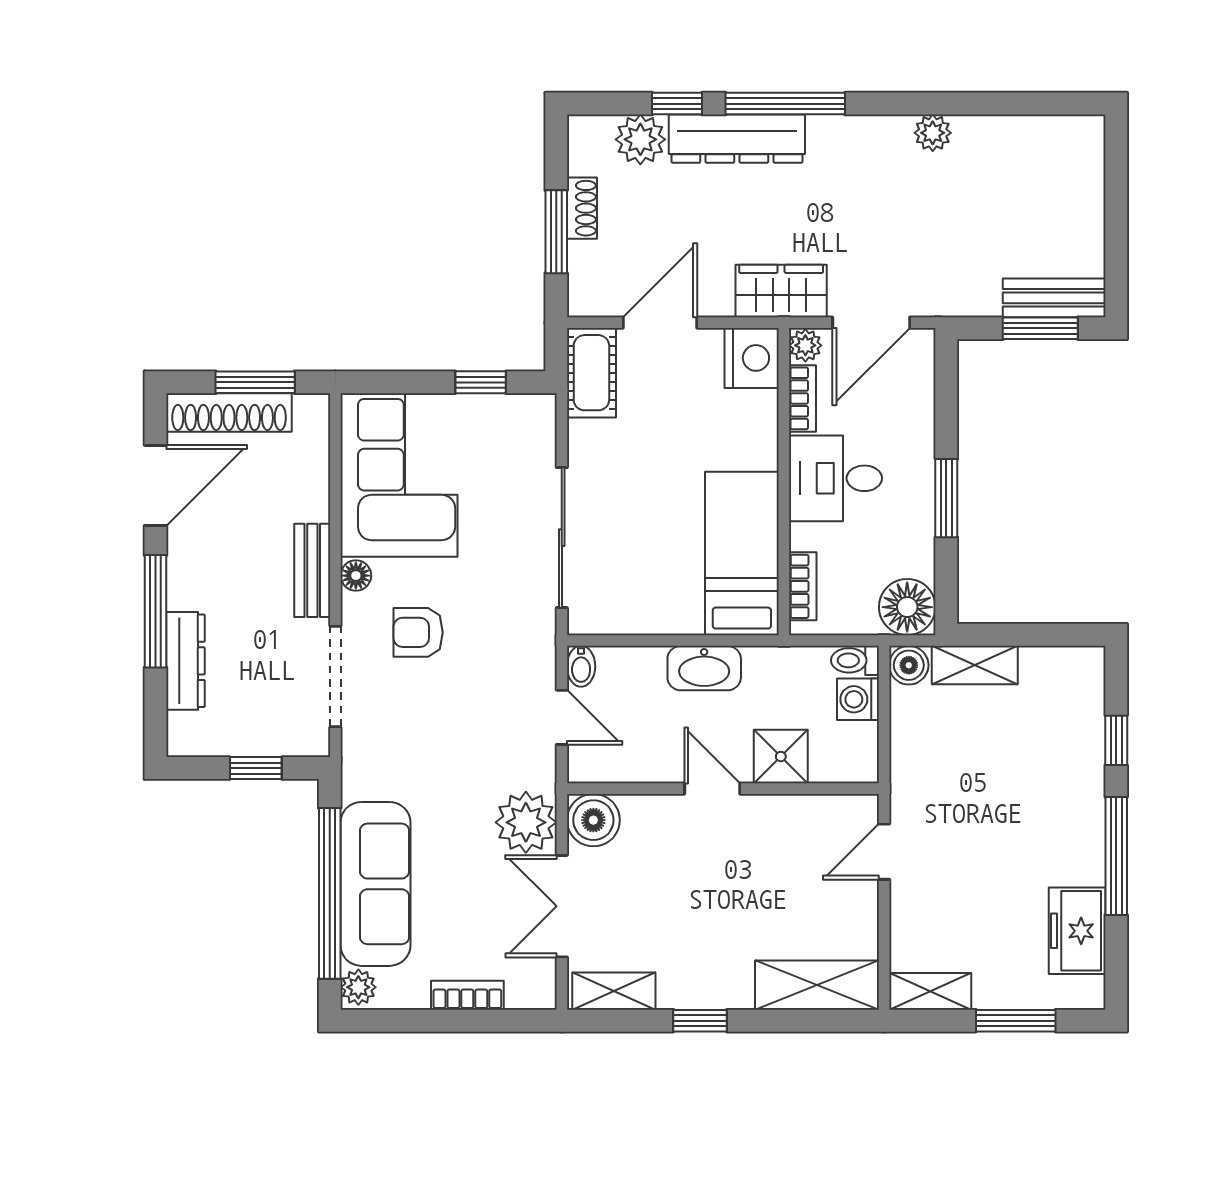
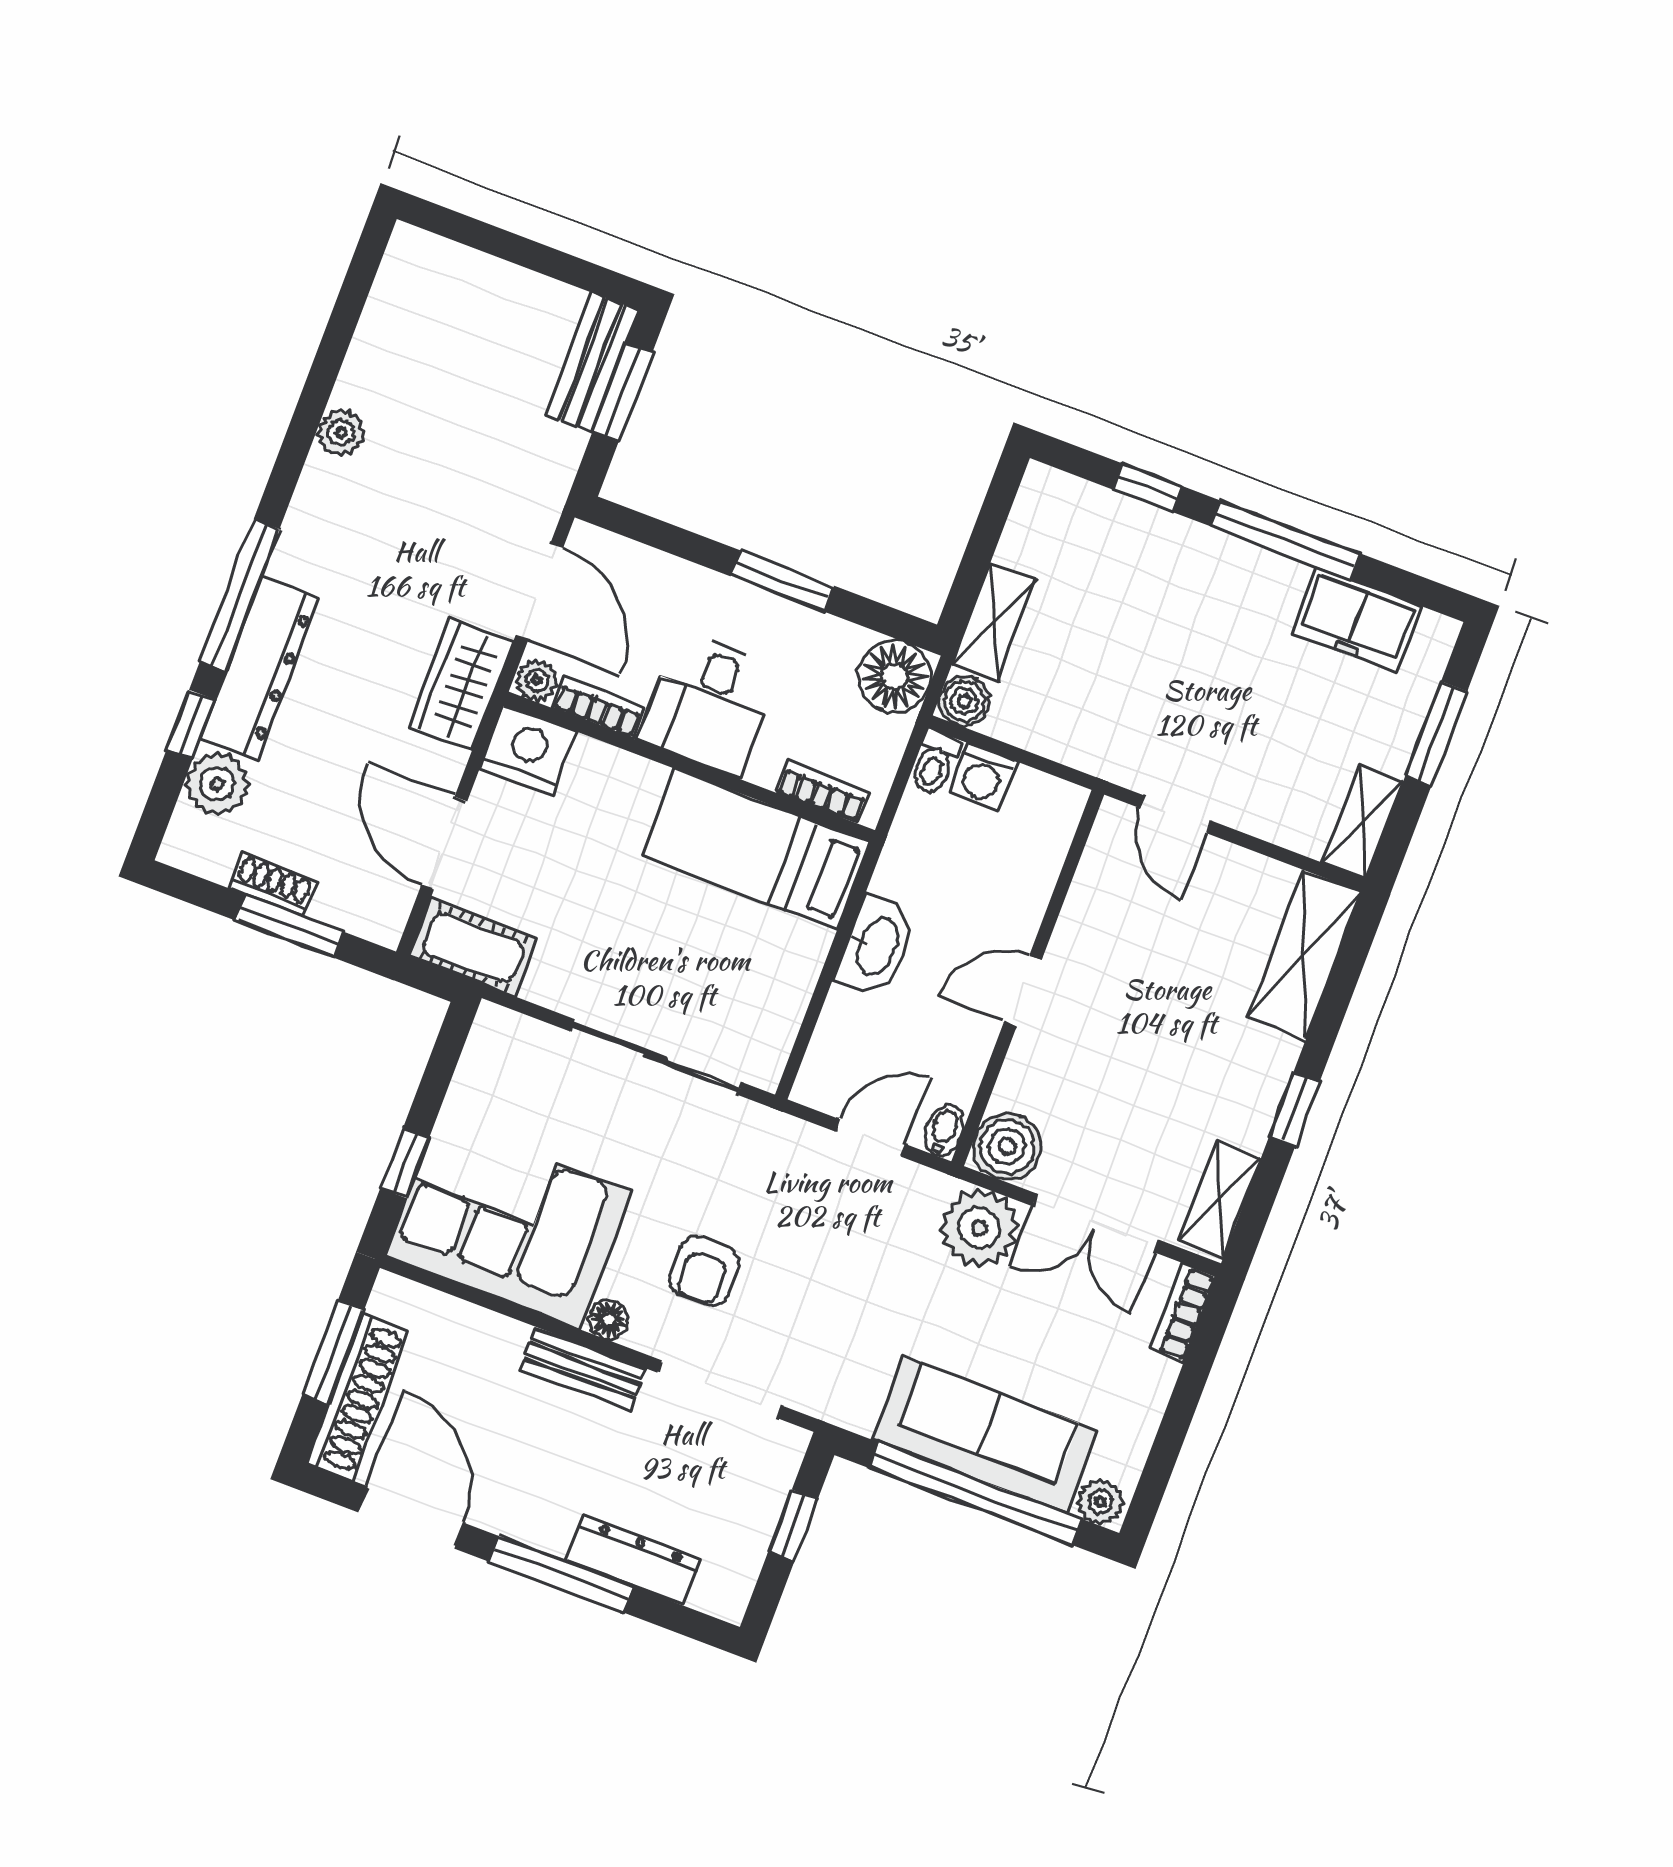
window: (481, 382) -> (405, 1163), moved
bidet: (581, 666) -> (944, 1131), moved, turned -90
shower: (781, 757) -> (1016, 895), removed
bookcase: (467, 995) -> (1183, 1312), moved

